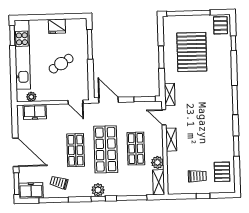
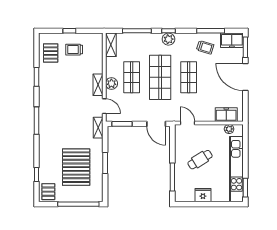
plant: (157, 162) -> (111, 83), moved

